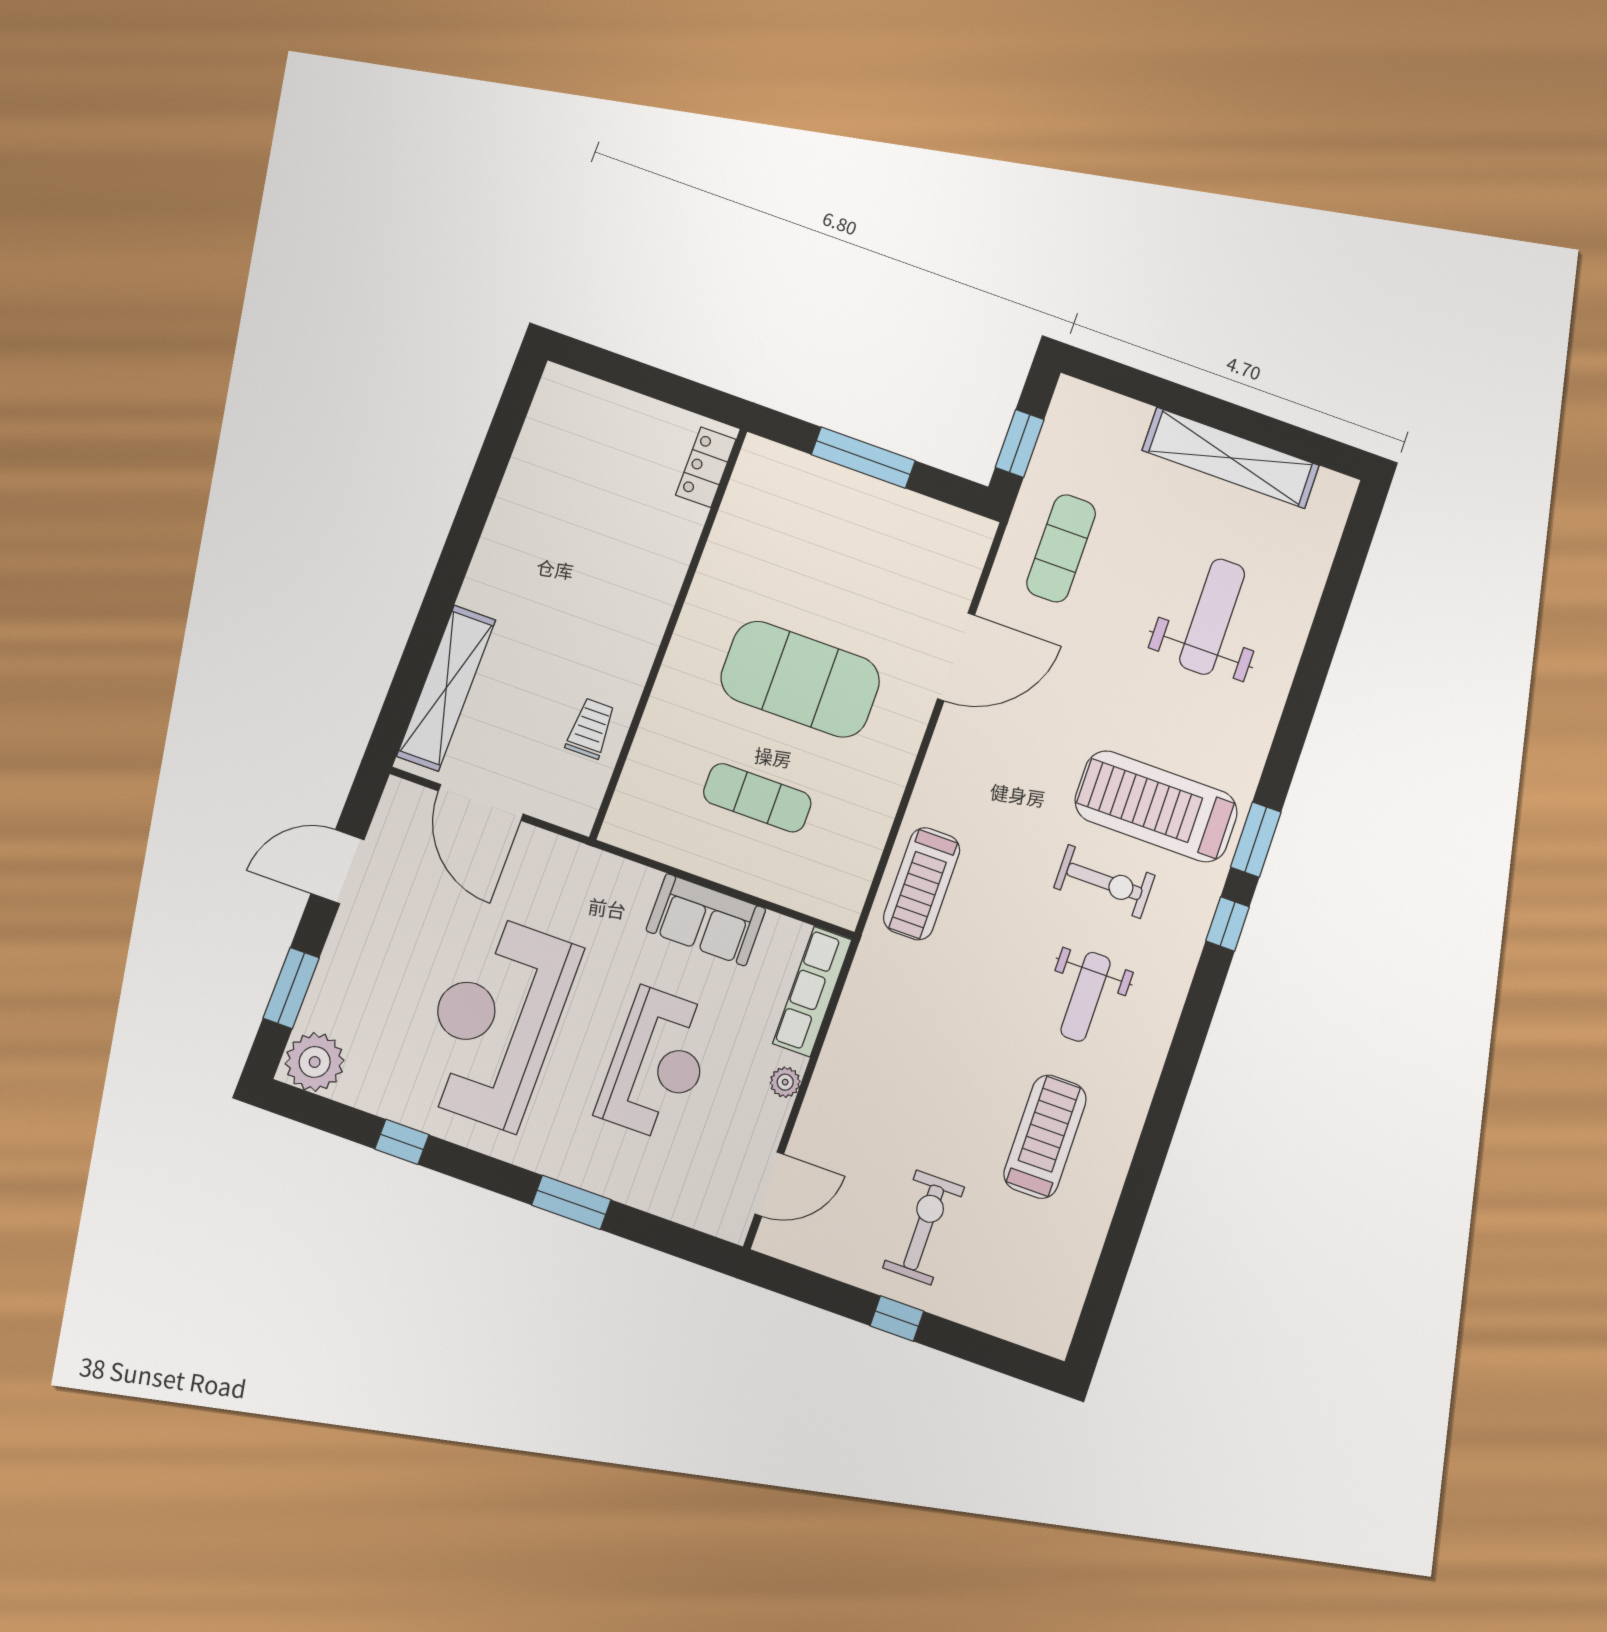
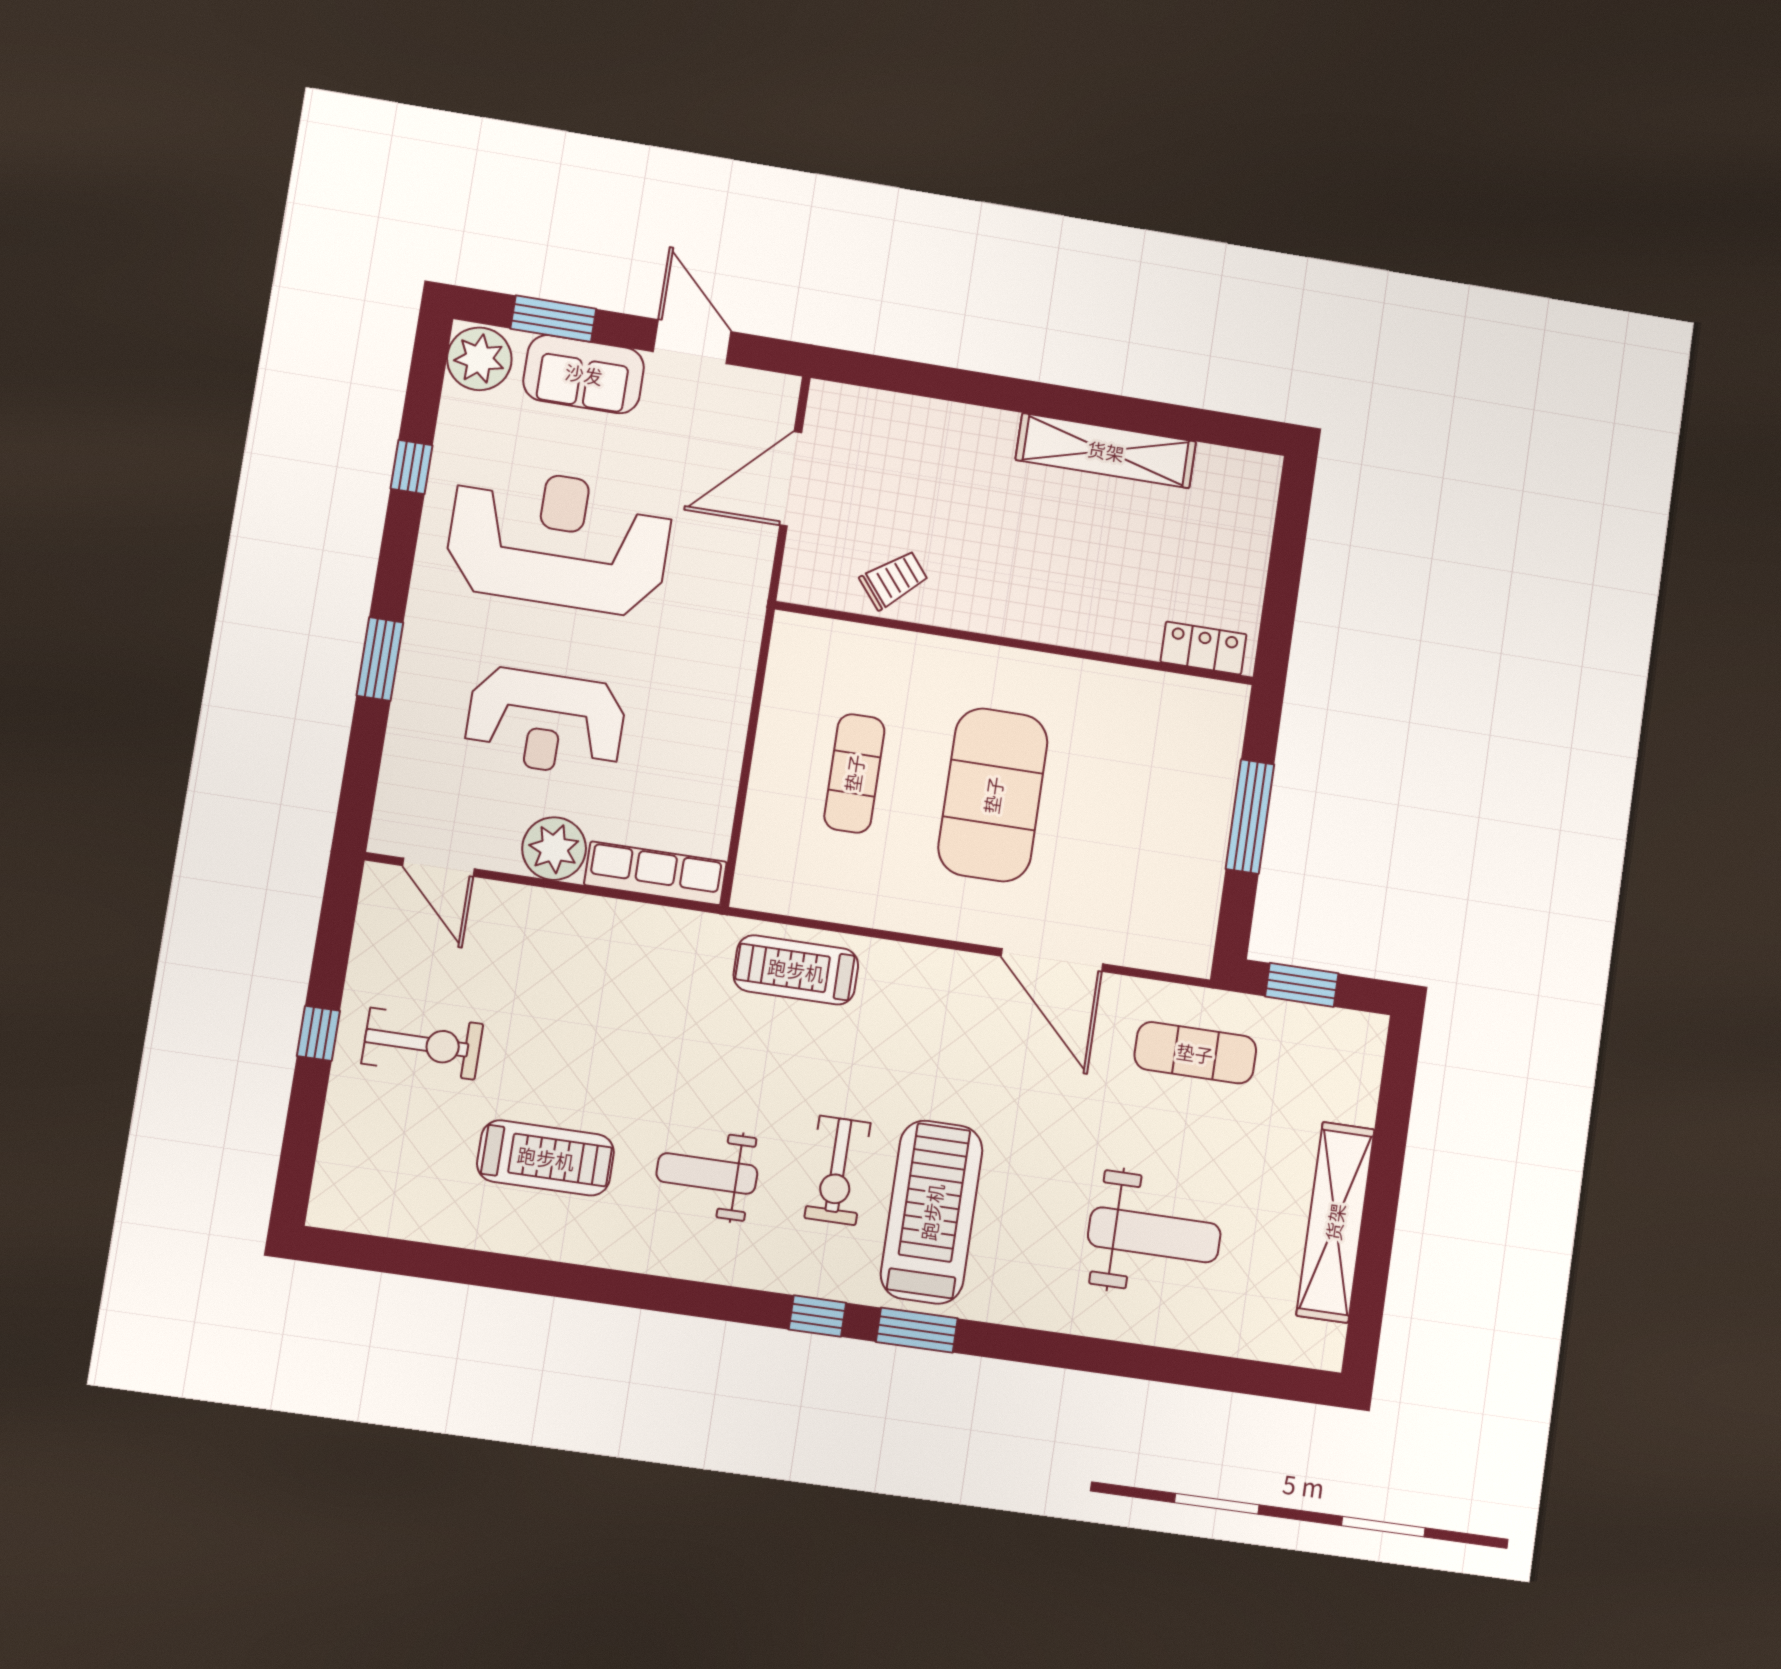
shelving: (446, 688) -> (1106, 451), moved
trolley: (591, 728) -> (894, 580), turned -39
sofa: (706, 920) -> (584, 374), moved, turned -90
plant: (785, 1082) -> (554, 849), width x1.88, depth x1.88

